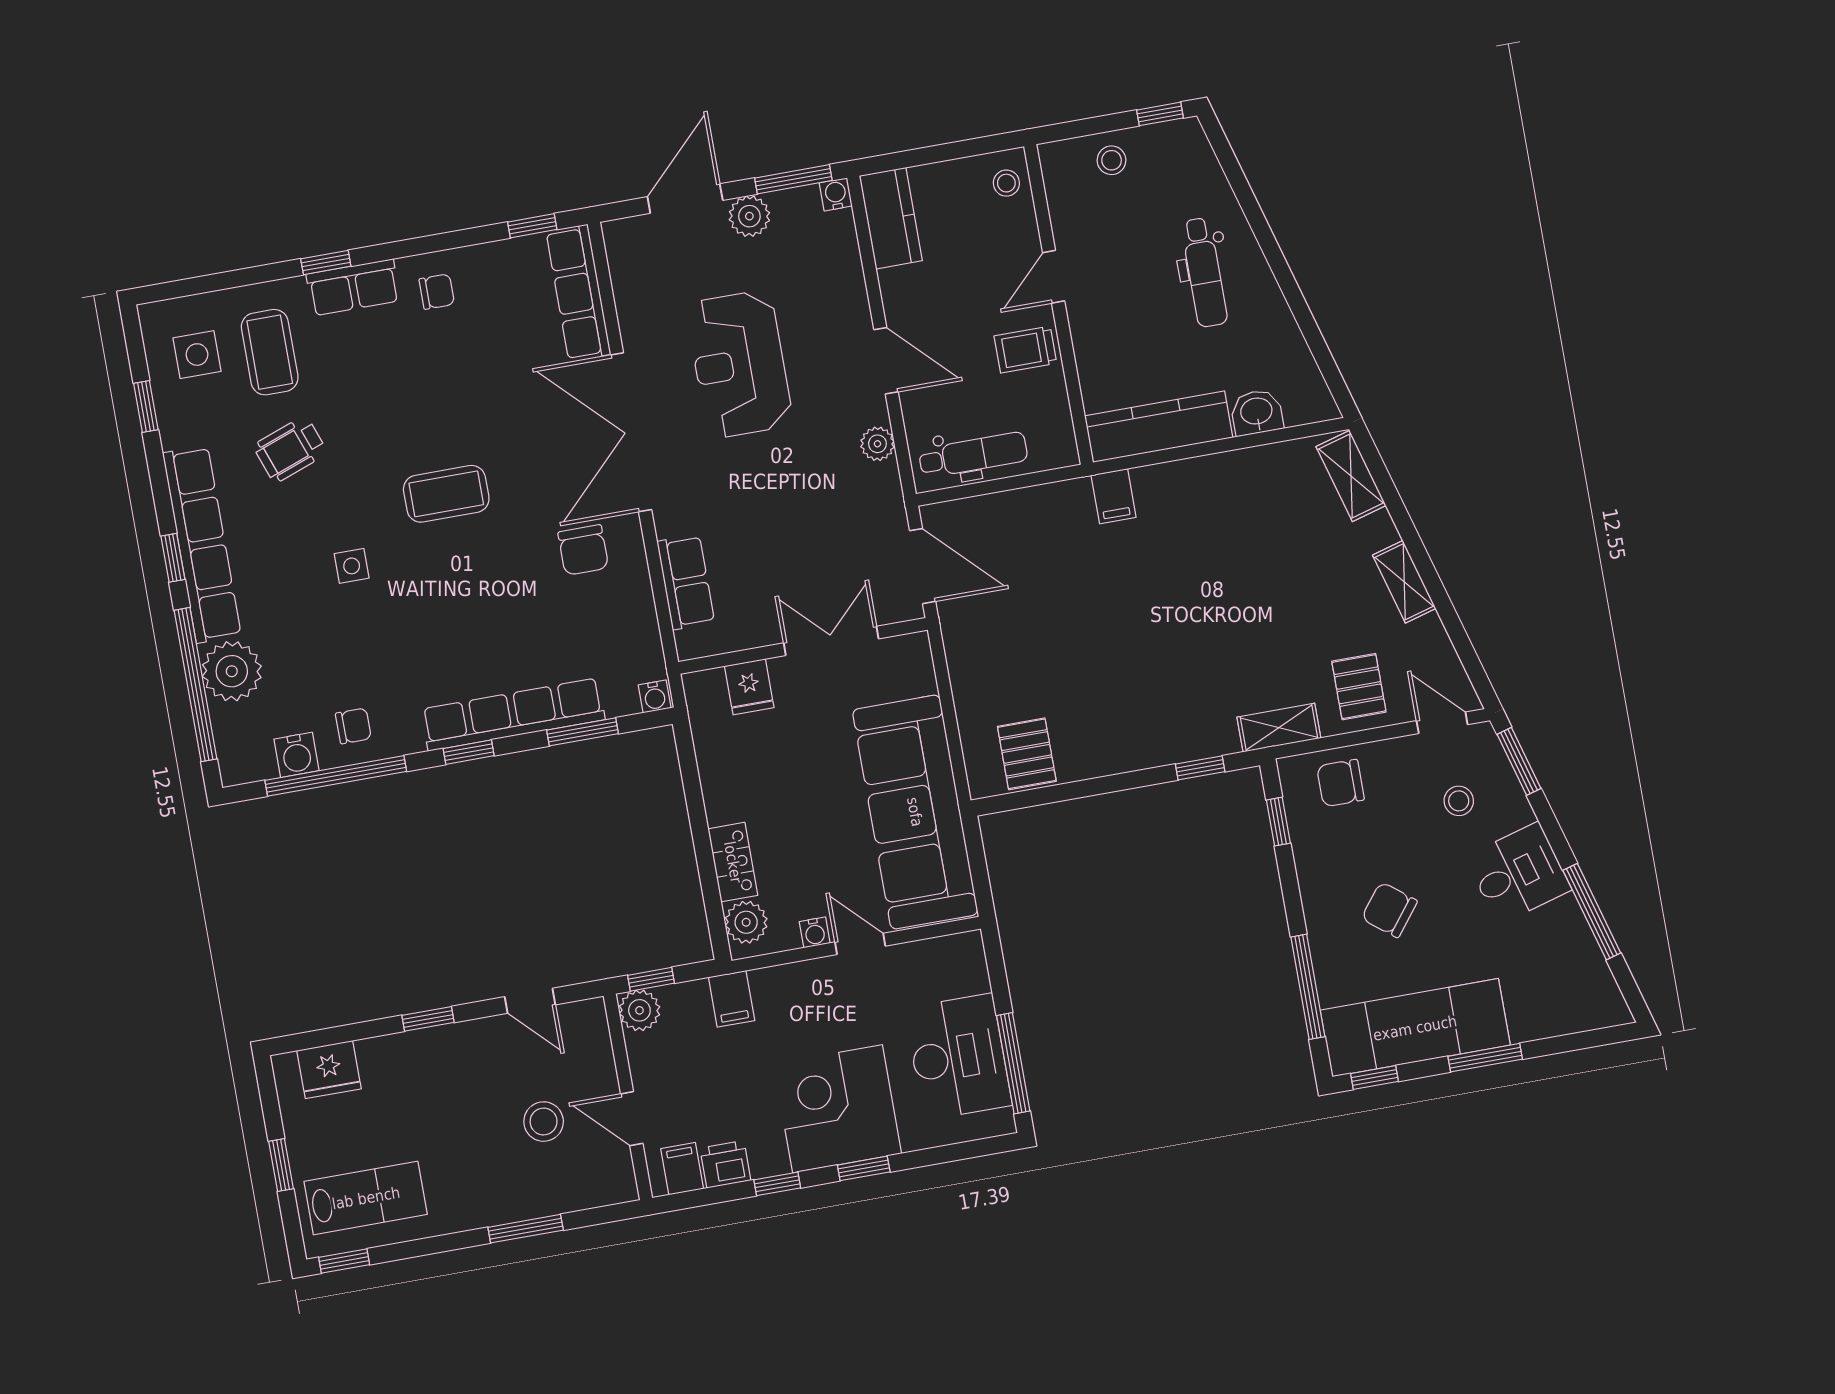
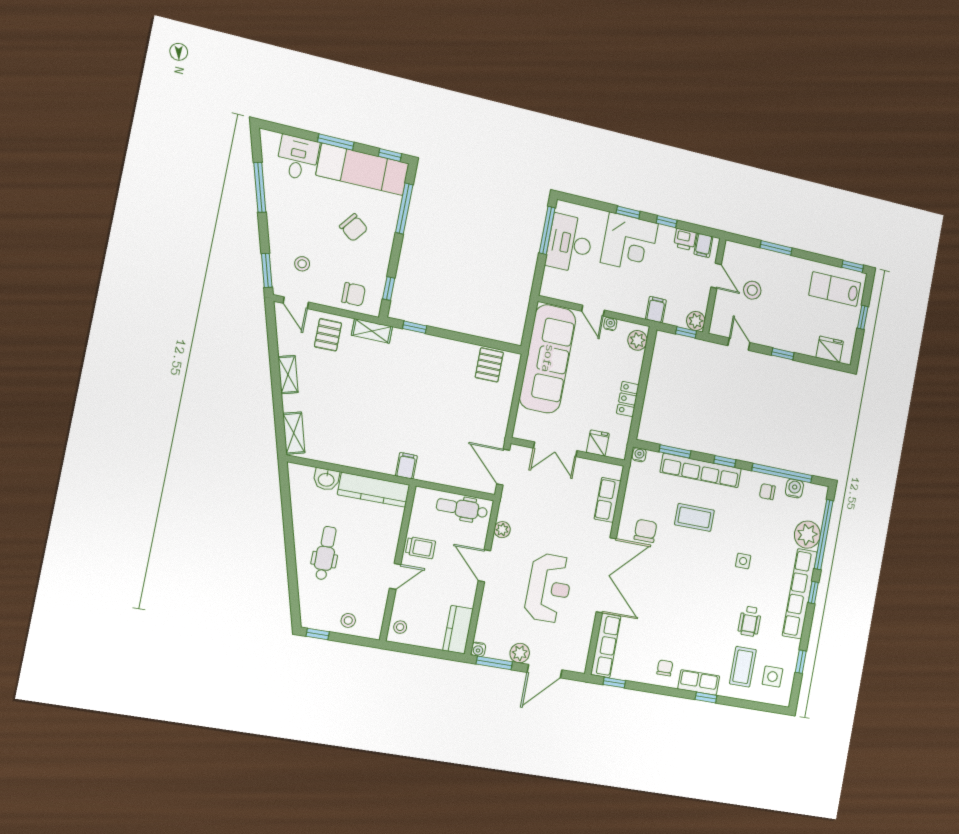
chair: (437, 292) -> (665, 668), turned 90
wheelchair: (290, 449) -> (750, 621), turned 110
coffee table: (446, 494) -> (694, 517), moved
locker: (733, 862) -> (628, 399), moved
desk: (1518, 873) -> (298, 158), moved, turned 106

